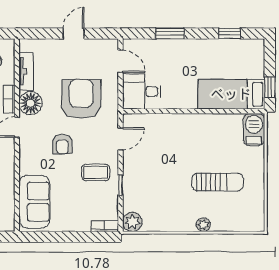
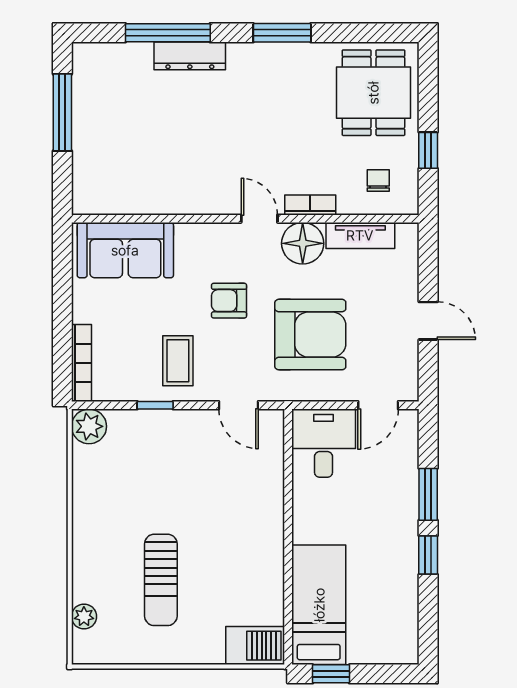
window: (230, 33) -> (428, 555), moved
plant: (203, 225) -> (84, 617), moved
bookcase: (105, 226) -> (81, 363), width x1.56

